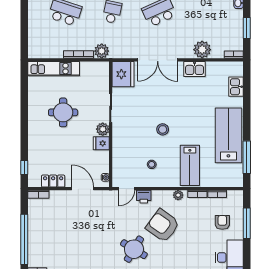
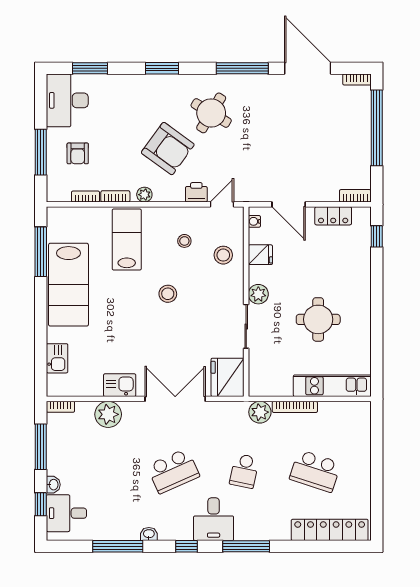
window: (247, 28) -> (41, 447), width x1.44
fridge: (101, 143) -> (260, 255), moved
stool: (126, 155) -> (223, 255), added

